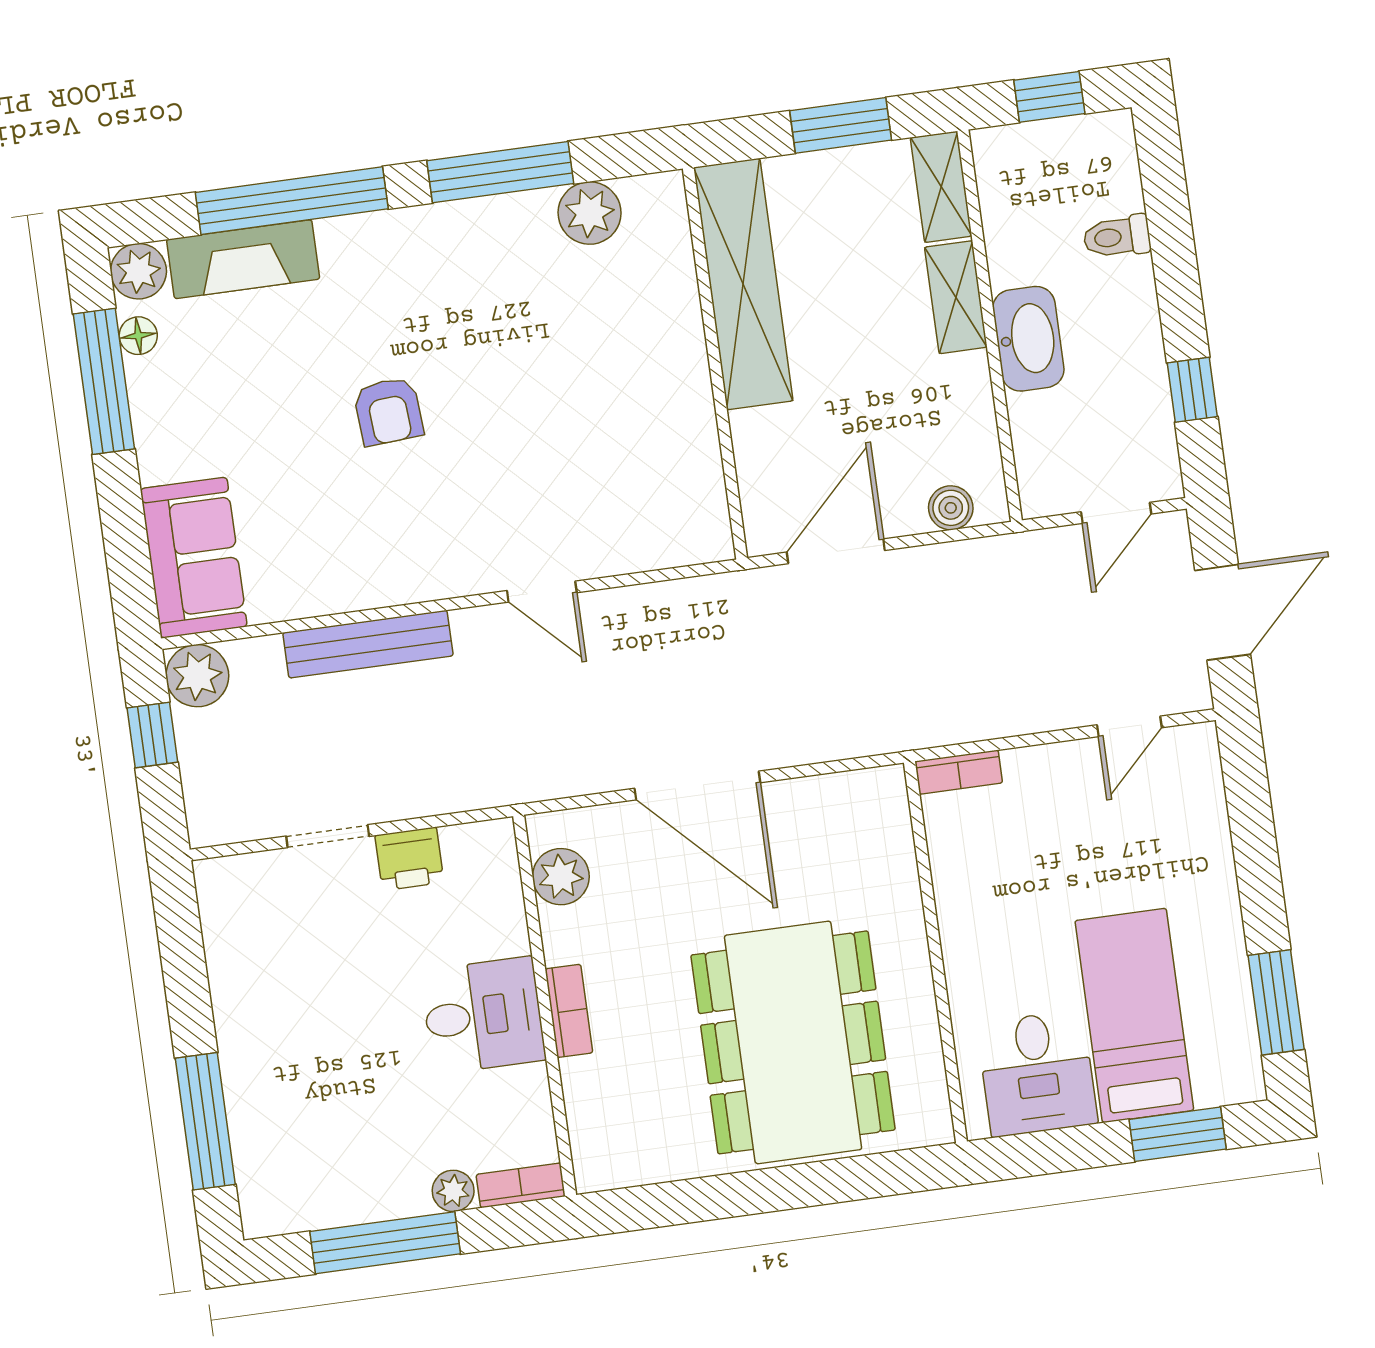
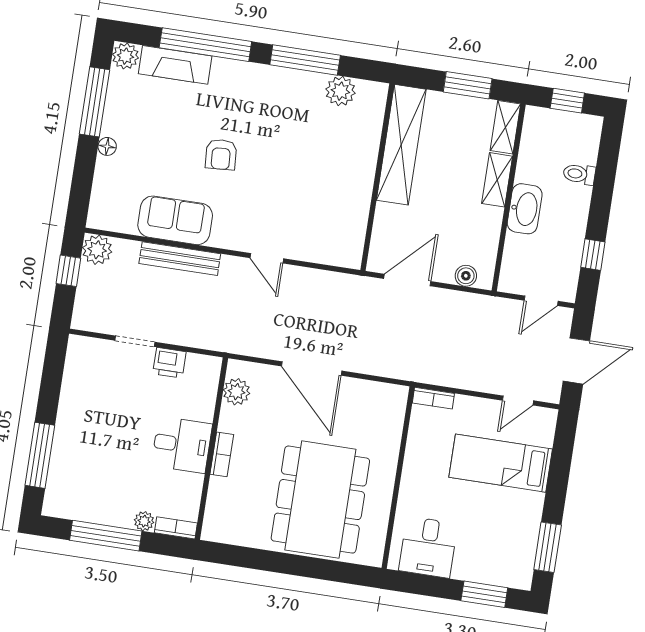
floor lamp: (138, 336) -> (107, 146), moved
sofa: (194, 558) -> (175, 220), moved, turned -90
bed: (1134, 1015) -> (501, 463), moved, turned -90

